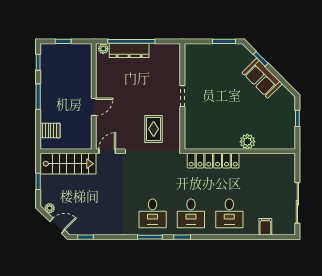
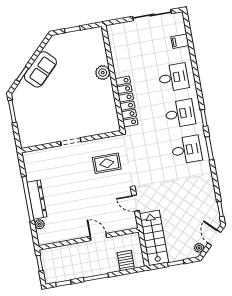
wall: (94, 96) -> (89, 239), moved
door: (94, 107) -> (98, 237), moved

